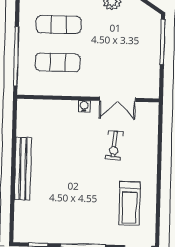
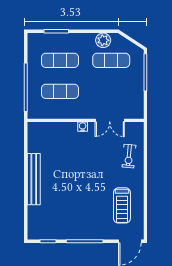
exercise mat: (121, 26) -> (111, 60), added
exercise bike: (114, 145) -> (129, 156), moved

